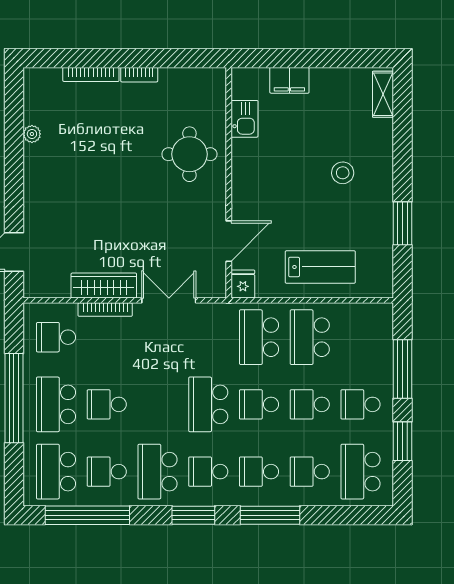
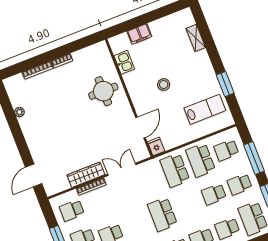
shelving: (383, 94) -> (196, 38), moved
stool: (343, 173) -> (164, 85), moved
lab bench: (320, 267) -> (205, 109), moved
school desk: (259, 404) -> (226, 150), moved

